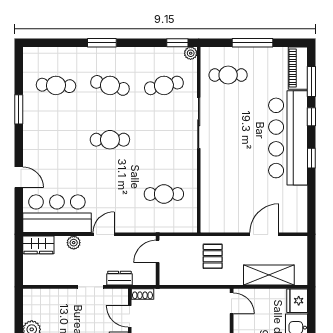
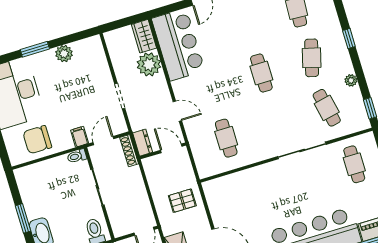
window: (102, 43) -> (349, 38), width x0.67
plant: (191, 53) -> (351, 80), moved
door: (104, 234) -> (177, 111), moved
plant: (74, 243) -> (149, 64), width x1.88, depth x1.88
dresser: (119, 278) -> (143, 143), moved
shoe rack: (142, 294) -> (129, 151), width x1.43

